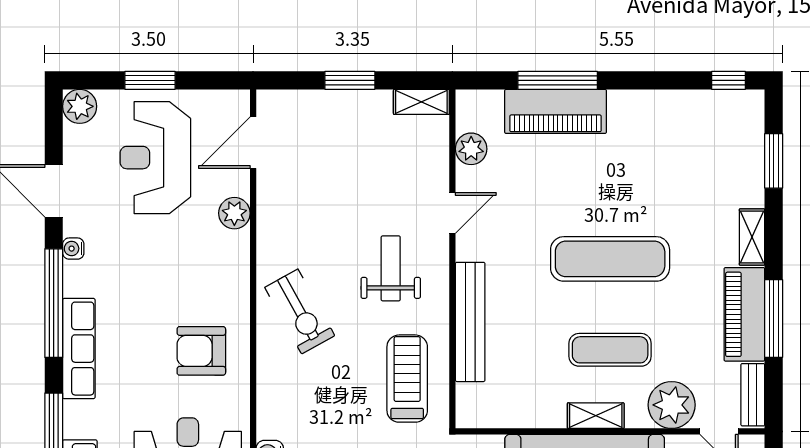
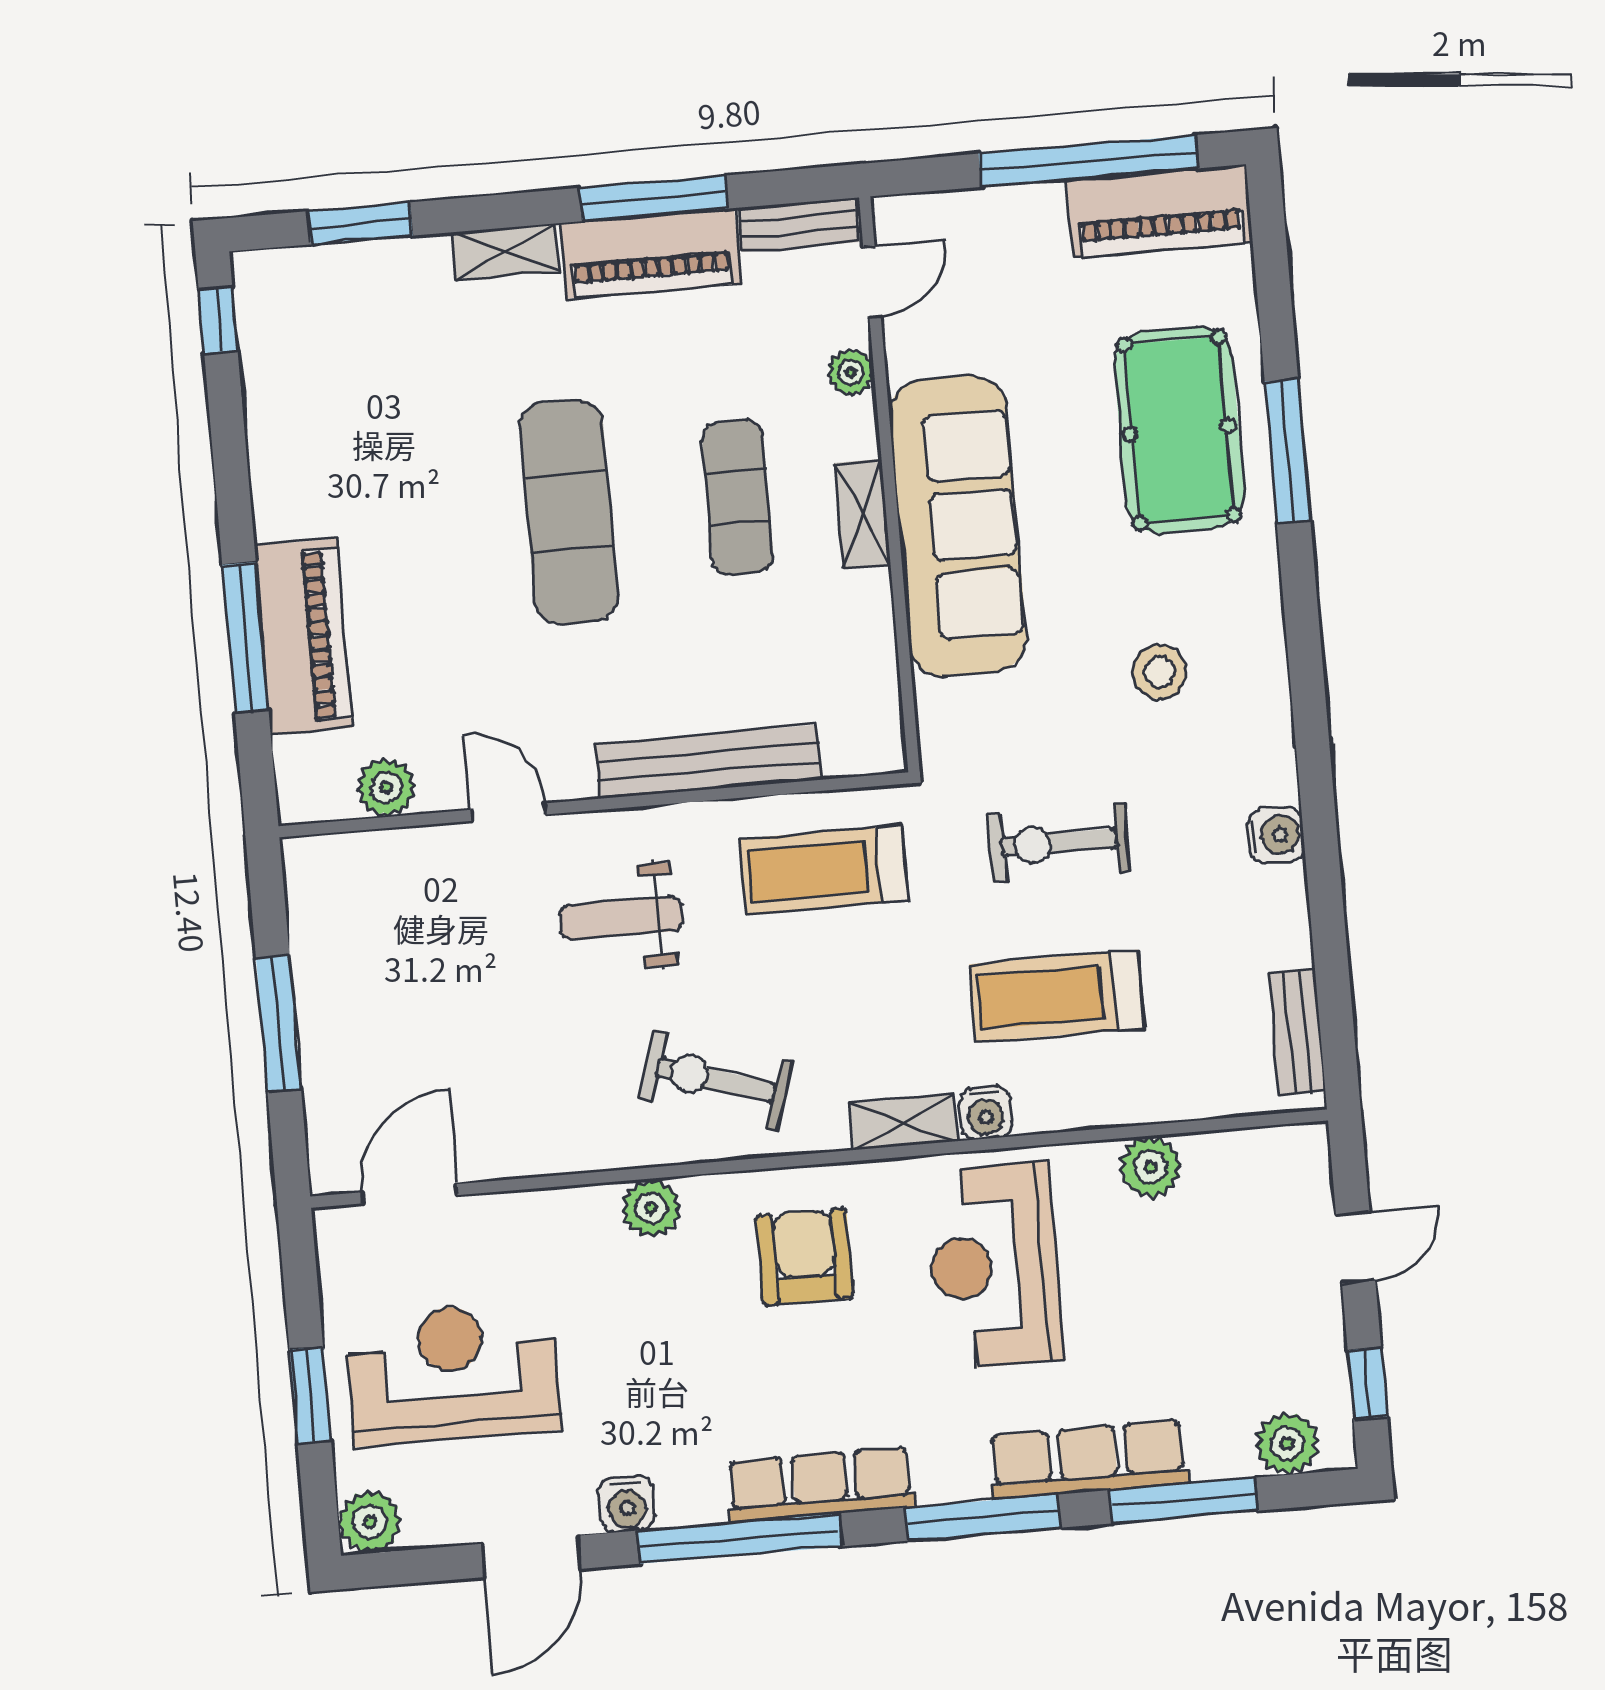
window: (350, 80) -> (278, 1024), width x1.44
shelving: (421, 102) -> (904, 1122), moved, turned 90
door: (253, 143) -> (409, 1194), swing flipped
reception desk: (155, 158) -> (453, 1373), turned 180
plant: (234, 213) -> (651, 1208), moved
water cooler: (73, 249) -> (627, 1504), width x1.38, depth x1.38
exercise bike: (300, 312) -> (716, 1080), turned -133
armchair: (201, 351) -> (805, 1257), turned 180
plant: (672, 405) -> (851, 372), width x0.53, depth x0.53

